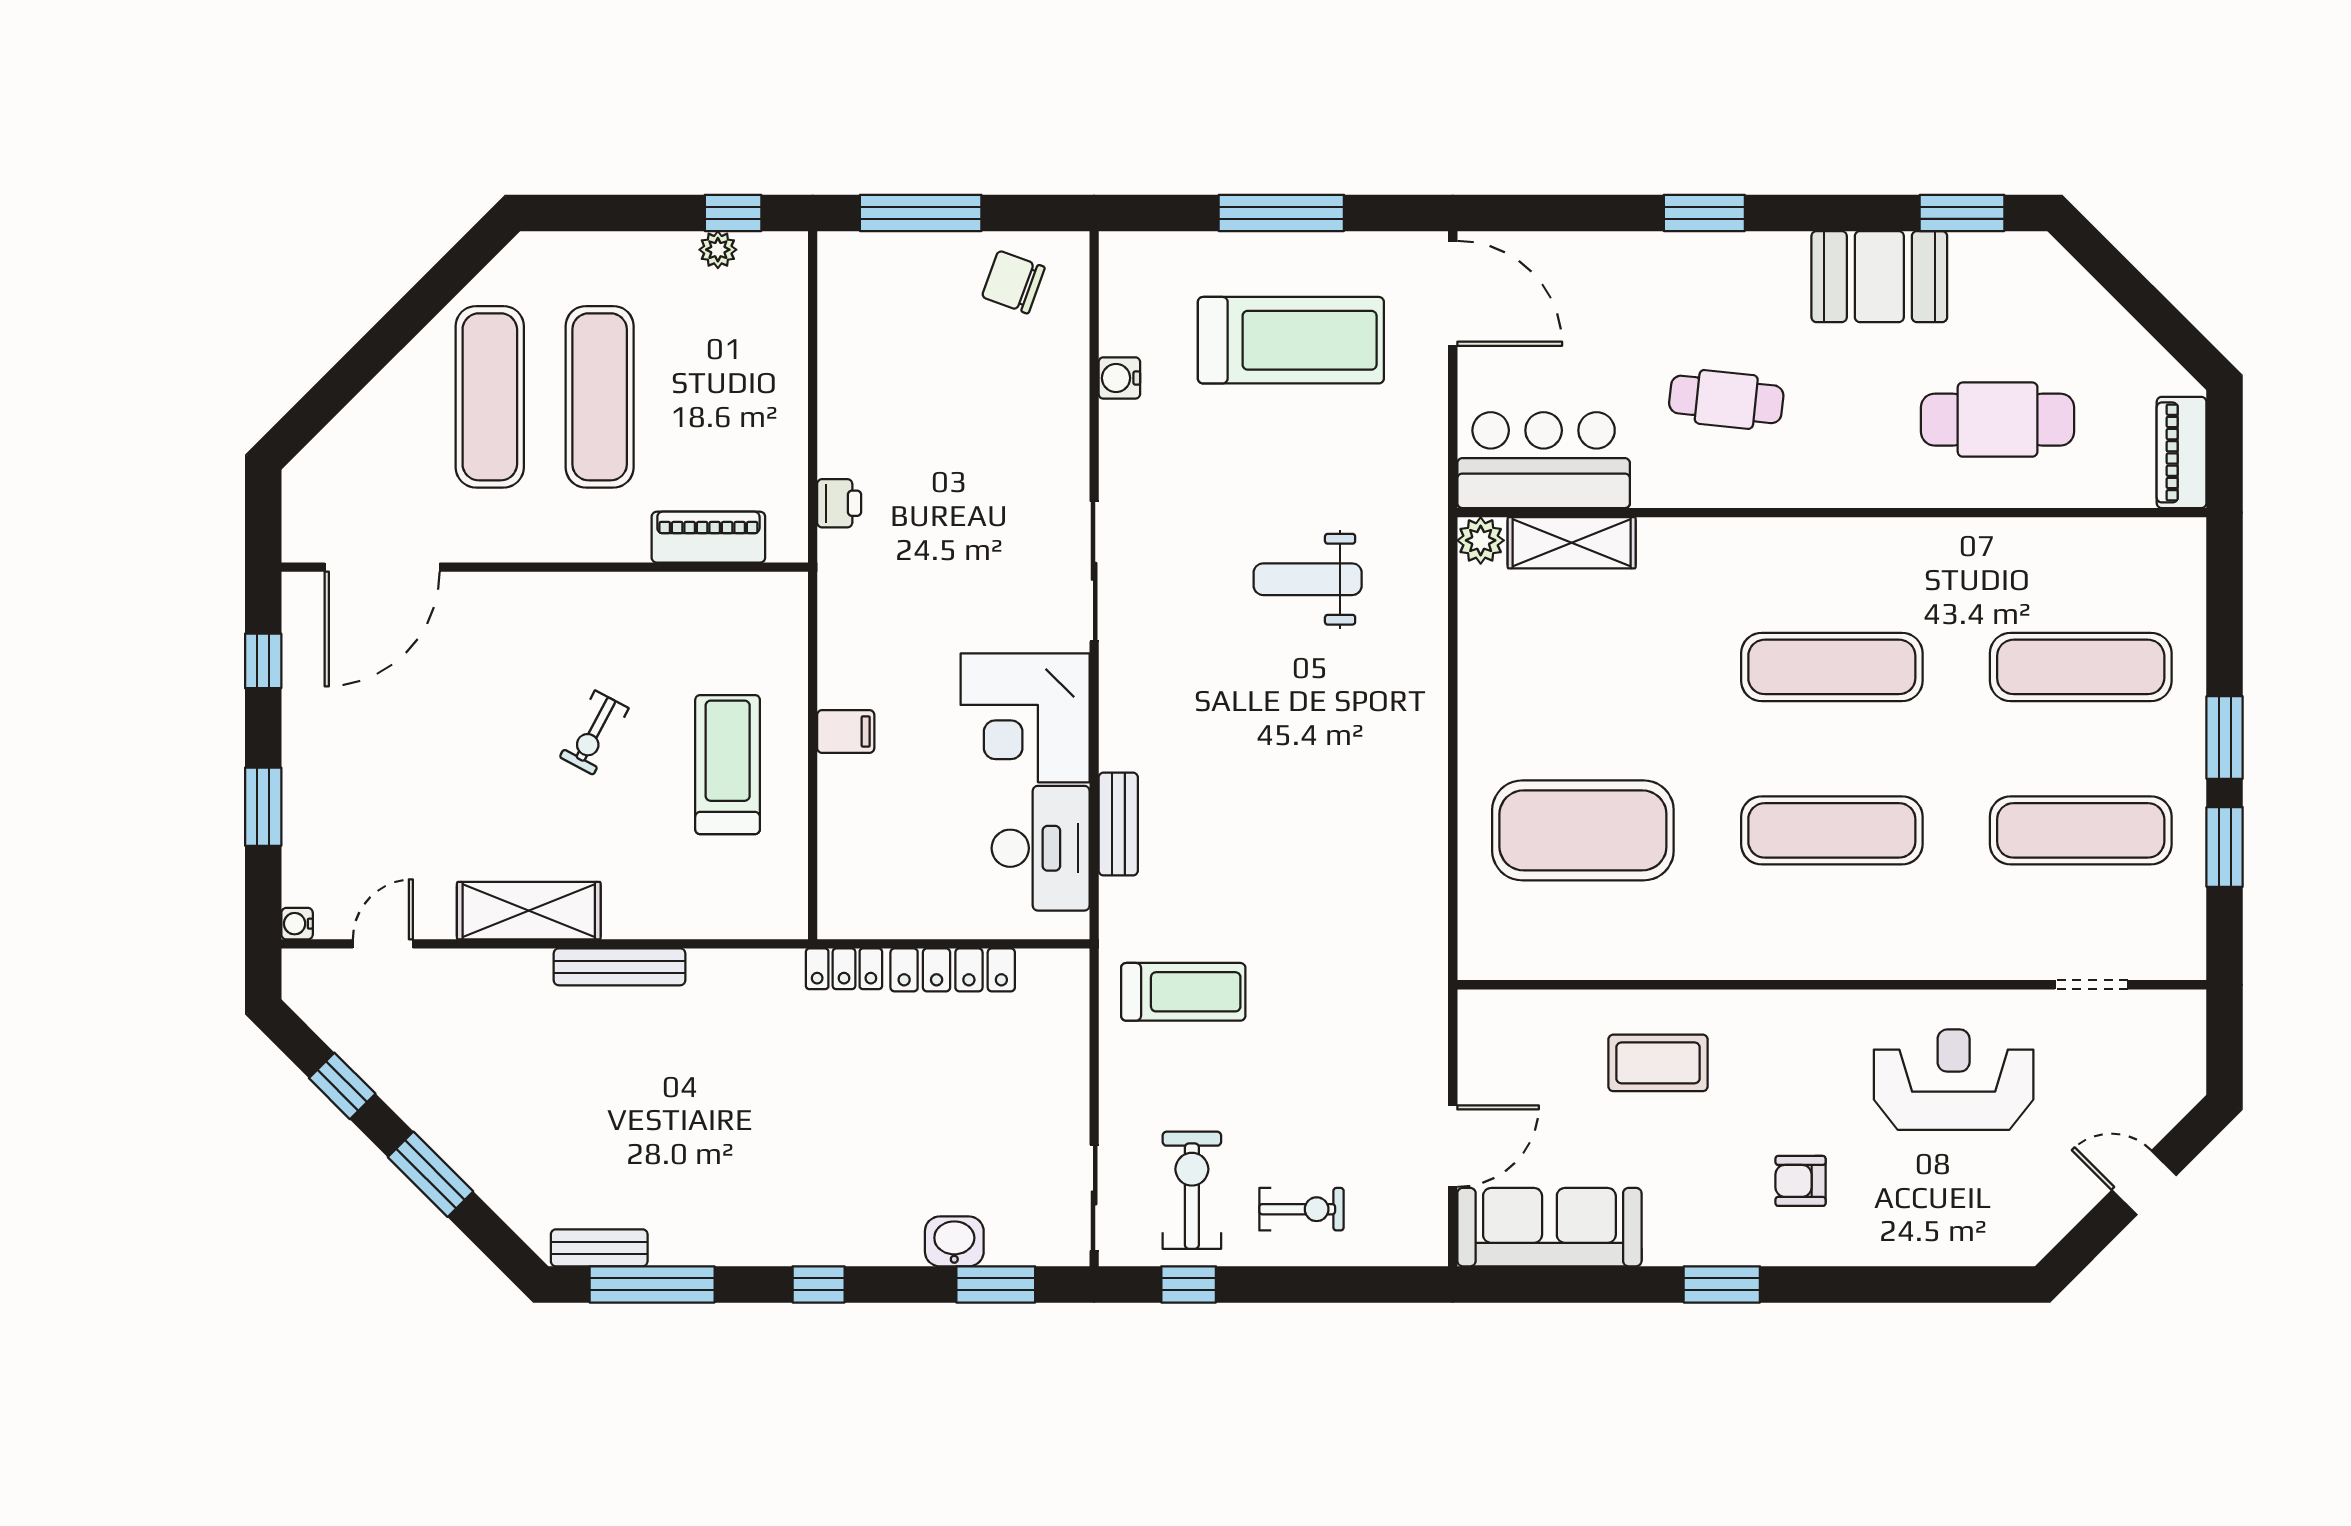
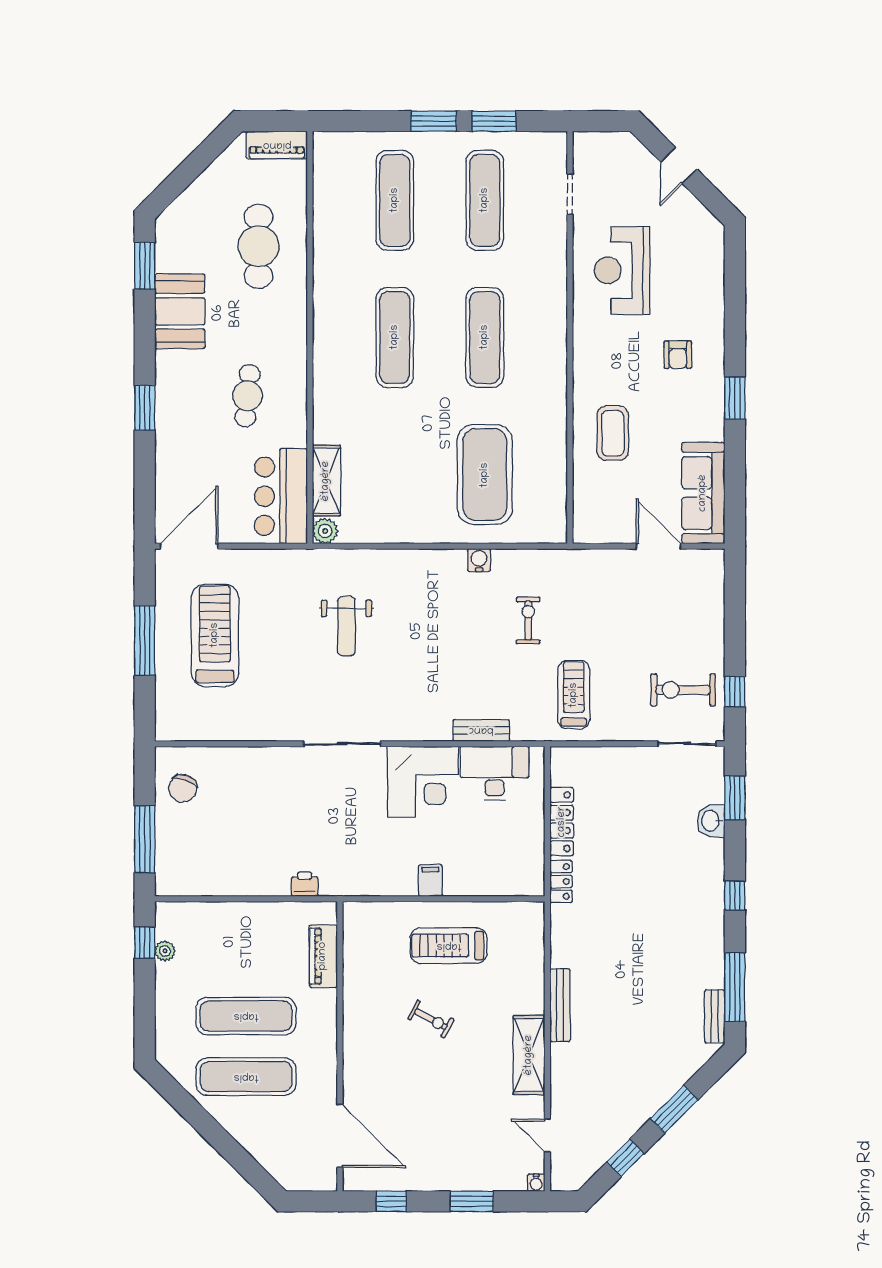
water cooler: (1119, 378) -> (479, 560), moved, turned 180
exercise bike: (1301, 1209) -> (528, 620), moved

